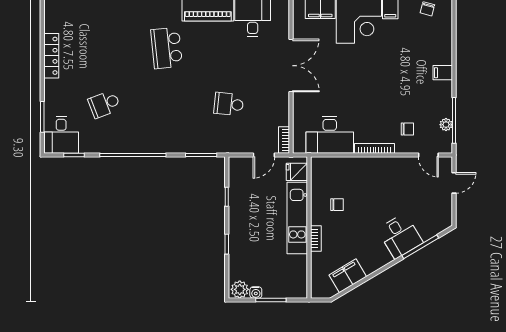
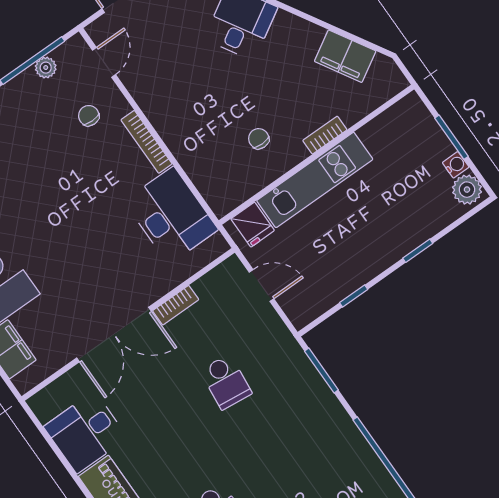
double door: (291, 66) -> (114, 334), swing flipped
bookcase: (284, 140) -> (176, 305), moved

